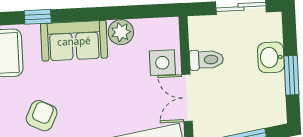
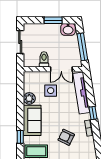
washbasin: (271, 57) -> (68, 29), moved
side table: (162, 63) -> (51, 91), moved

